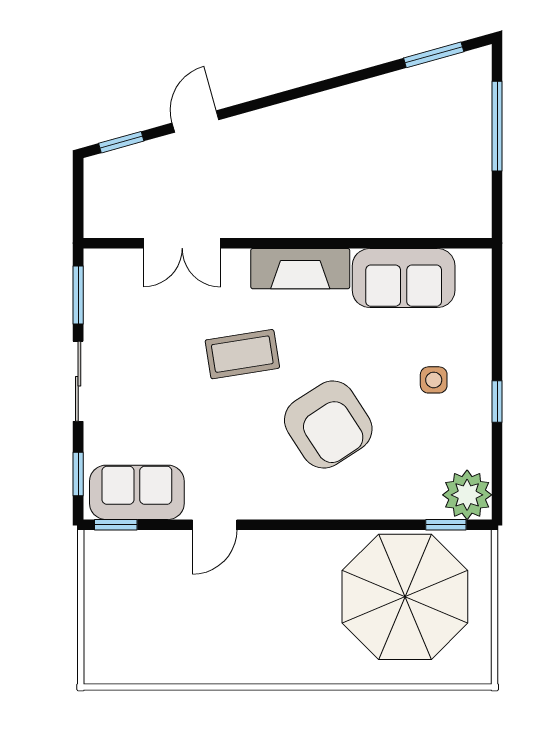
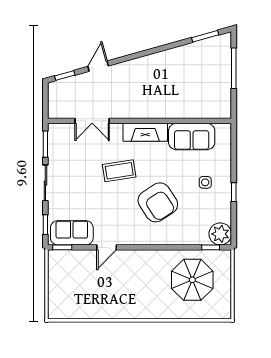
parasol: (405, 597) -> (192, 280), width x0.73, depth x0.73

